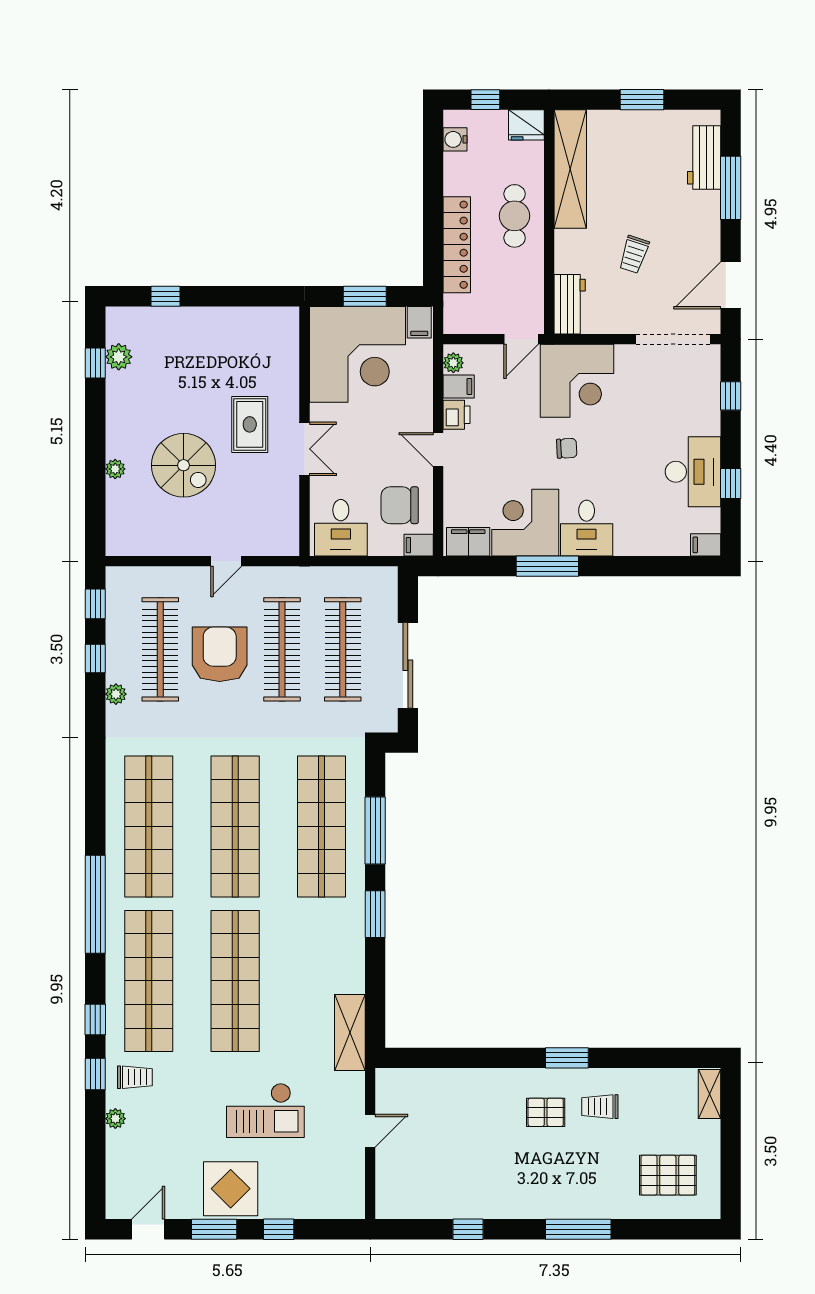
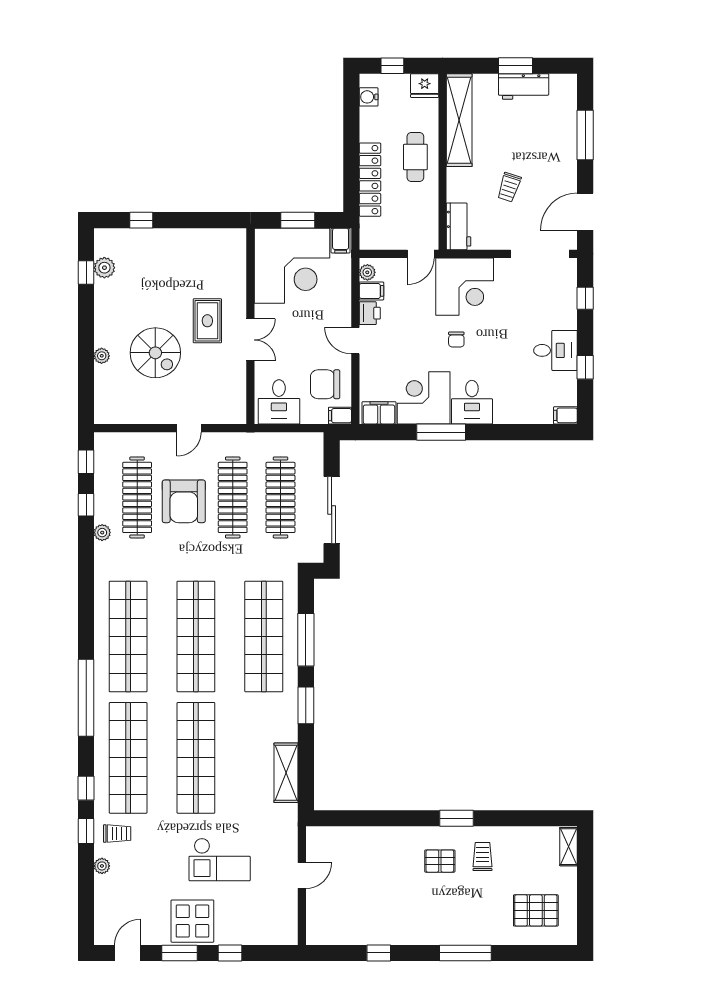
workbench: (704, 158) -> (524, 87), moved, turned -90
chair: (567, 448) -> (456, 339), turned 93
desk: (693, 472) -> (555, 350), width x0.73
armchair: (220, 654) -> (184, 501), turned 180
shelving: (350, 1032) -> (286, 773), moved
trolley: (600, 1107) -> (482, 857), turned 90

